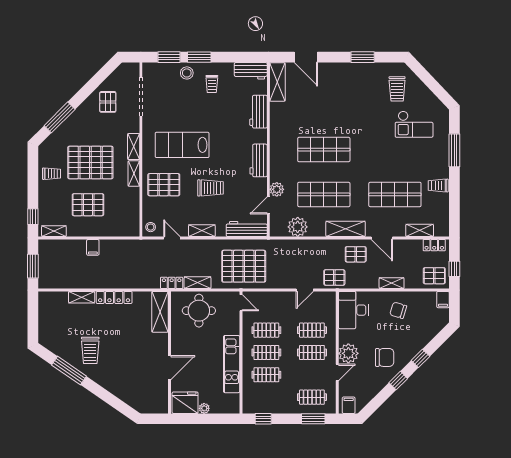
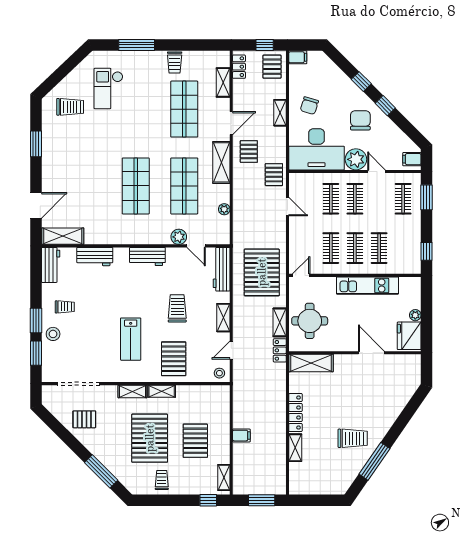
checkout: (414, 124) -> (108, 88), turned 180
lab bench: (182, 145) -> (131, 339), width x0.73, depth x0.72
plant: (298, 227) -> (224, 209), width x0.53, depth x0.53
desk: (353, 310) -> (316, 149), width x1.36, depth x1.30

